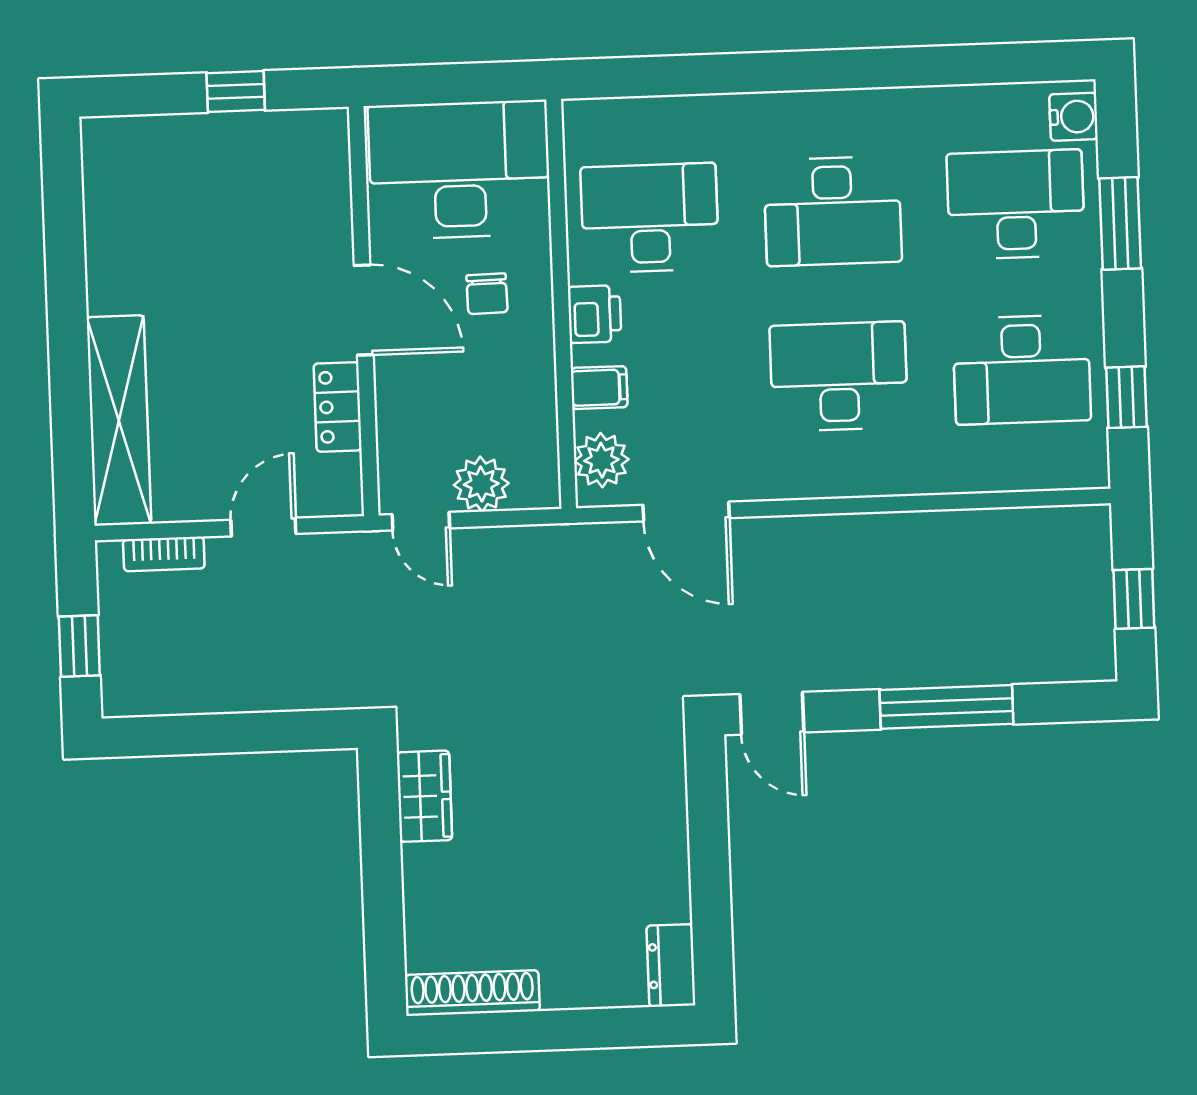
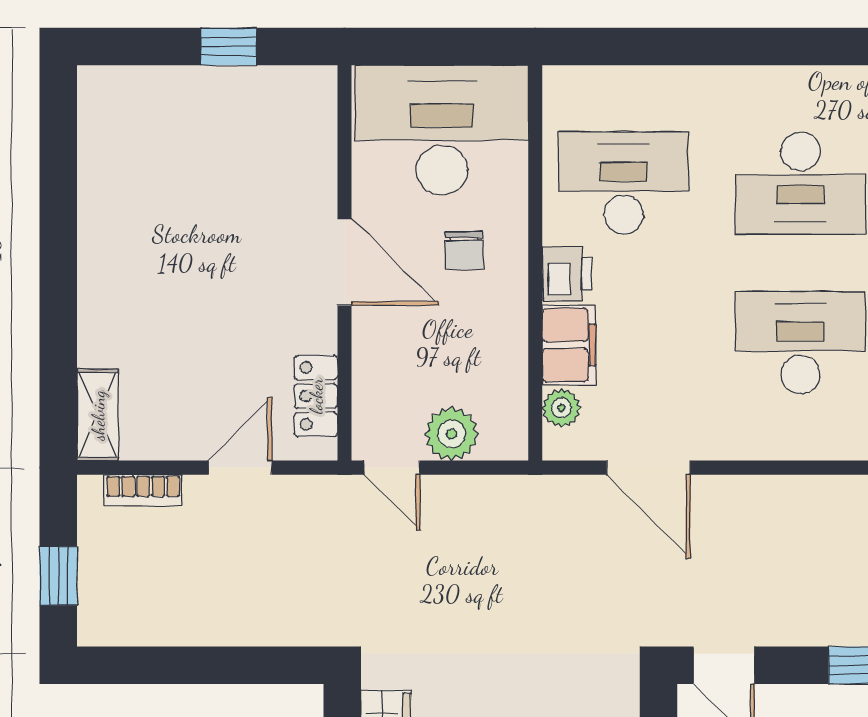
filing cabinet: (599, 388) -> (569, 345), width x2.00
locker: (338, 407) -> (316, 396), moved
shelving: (119, 420) -> (98, 415), width x0.45, depth x0.75
plant: (601, 460) -> (561, 408), width x0.73, depth x0.73

